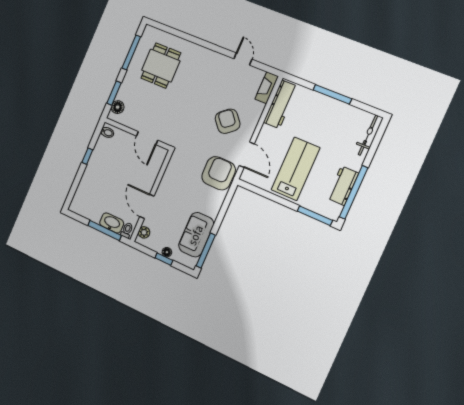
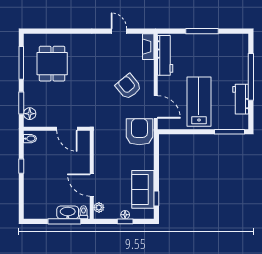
bicycle: (368, 135) -> (243, 52), removed
window: (354, 192) -> (251, 77), moved
window: (206, 250) -> (156, 198), width x0.46

